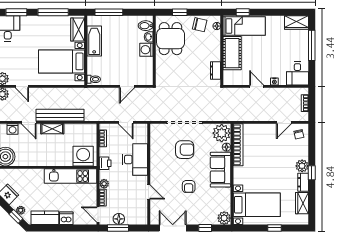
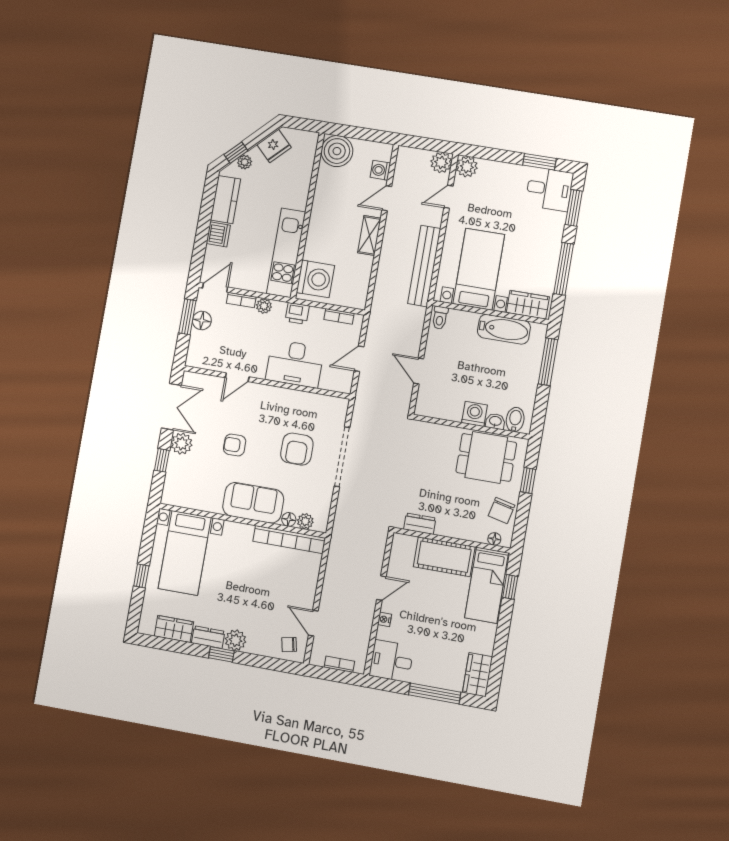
bench: (60, 115) -> (424, 266), moved
plant: (222, 133) -> (305, 521), width x0.53, depth x0.53
plant: (224, 218) -> (182, 444), moved

